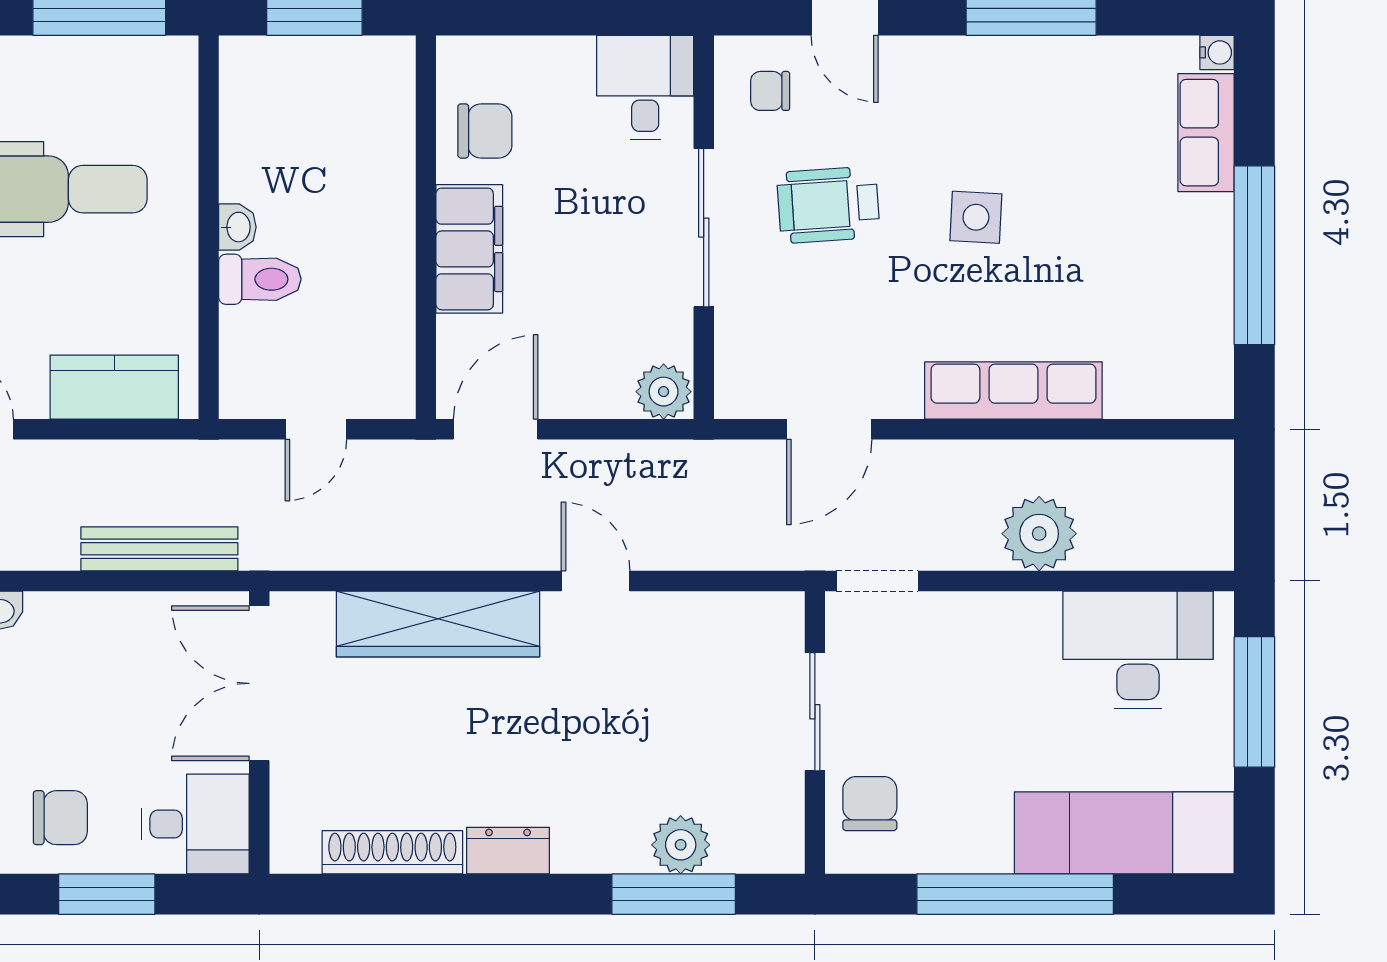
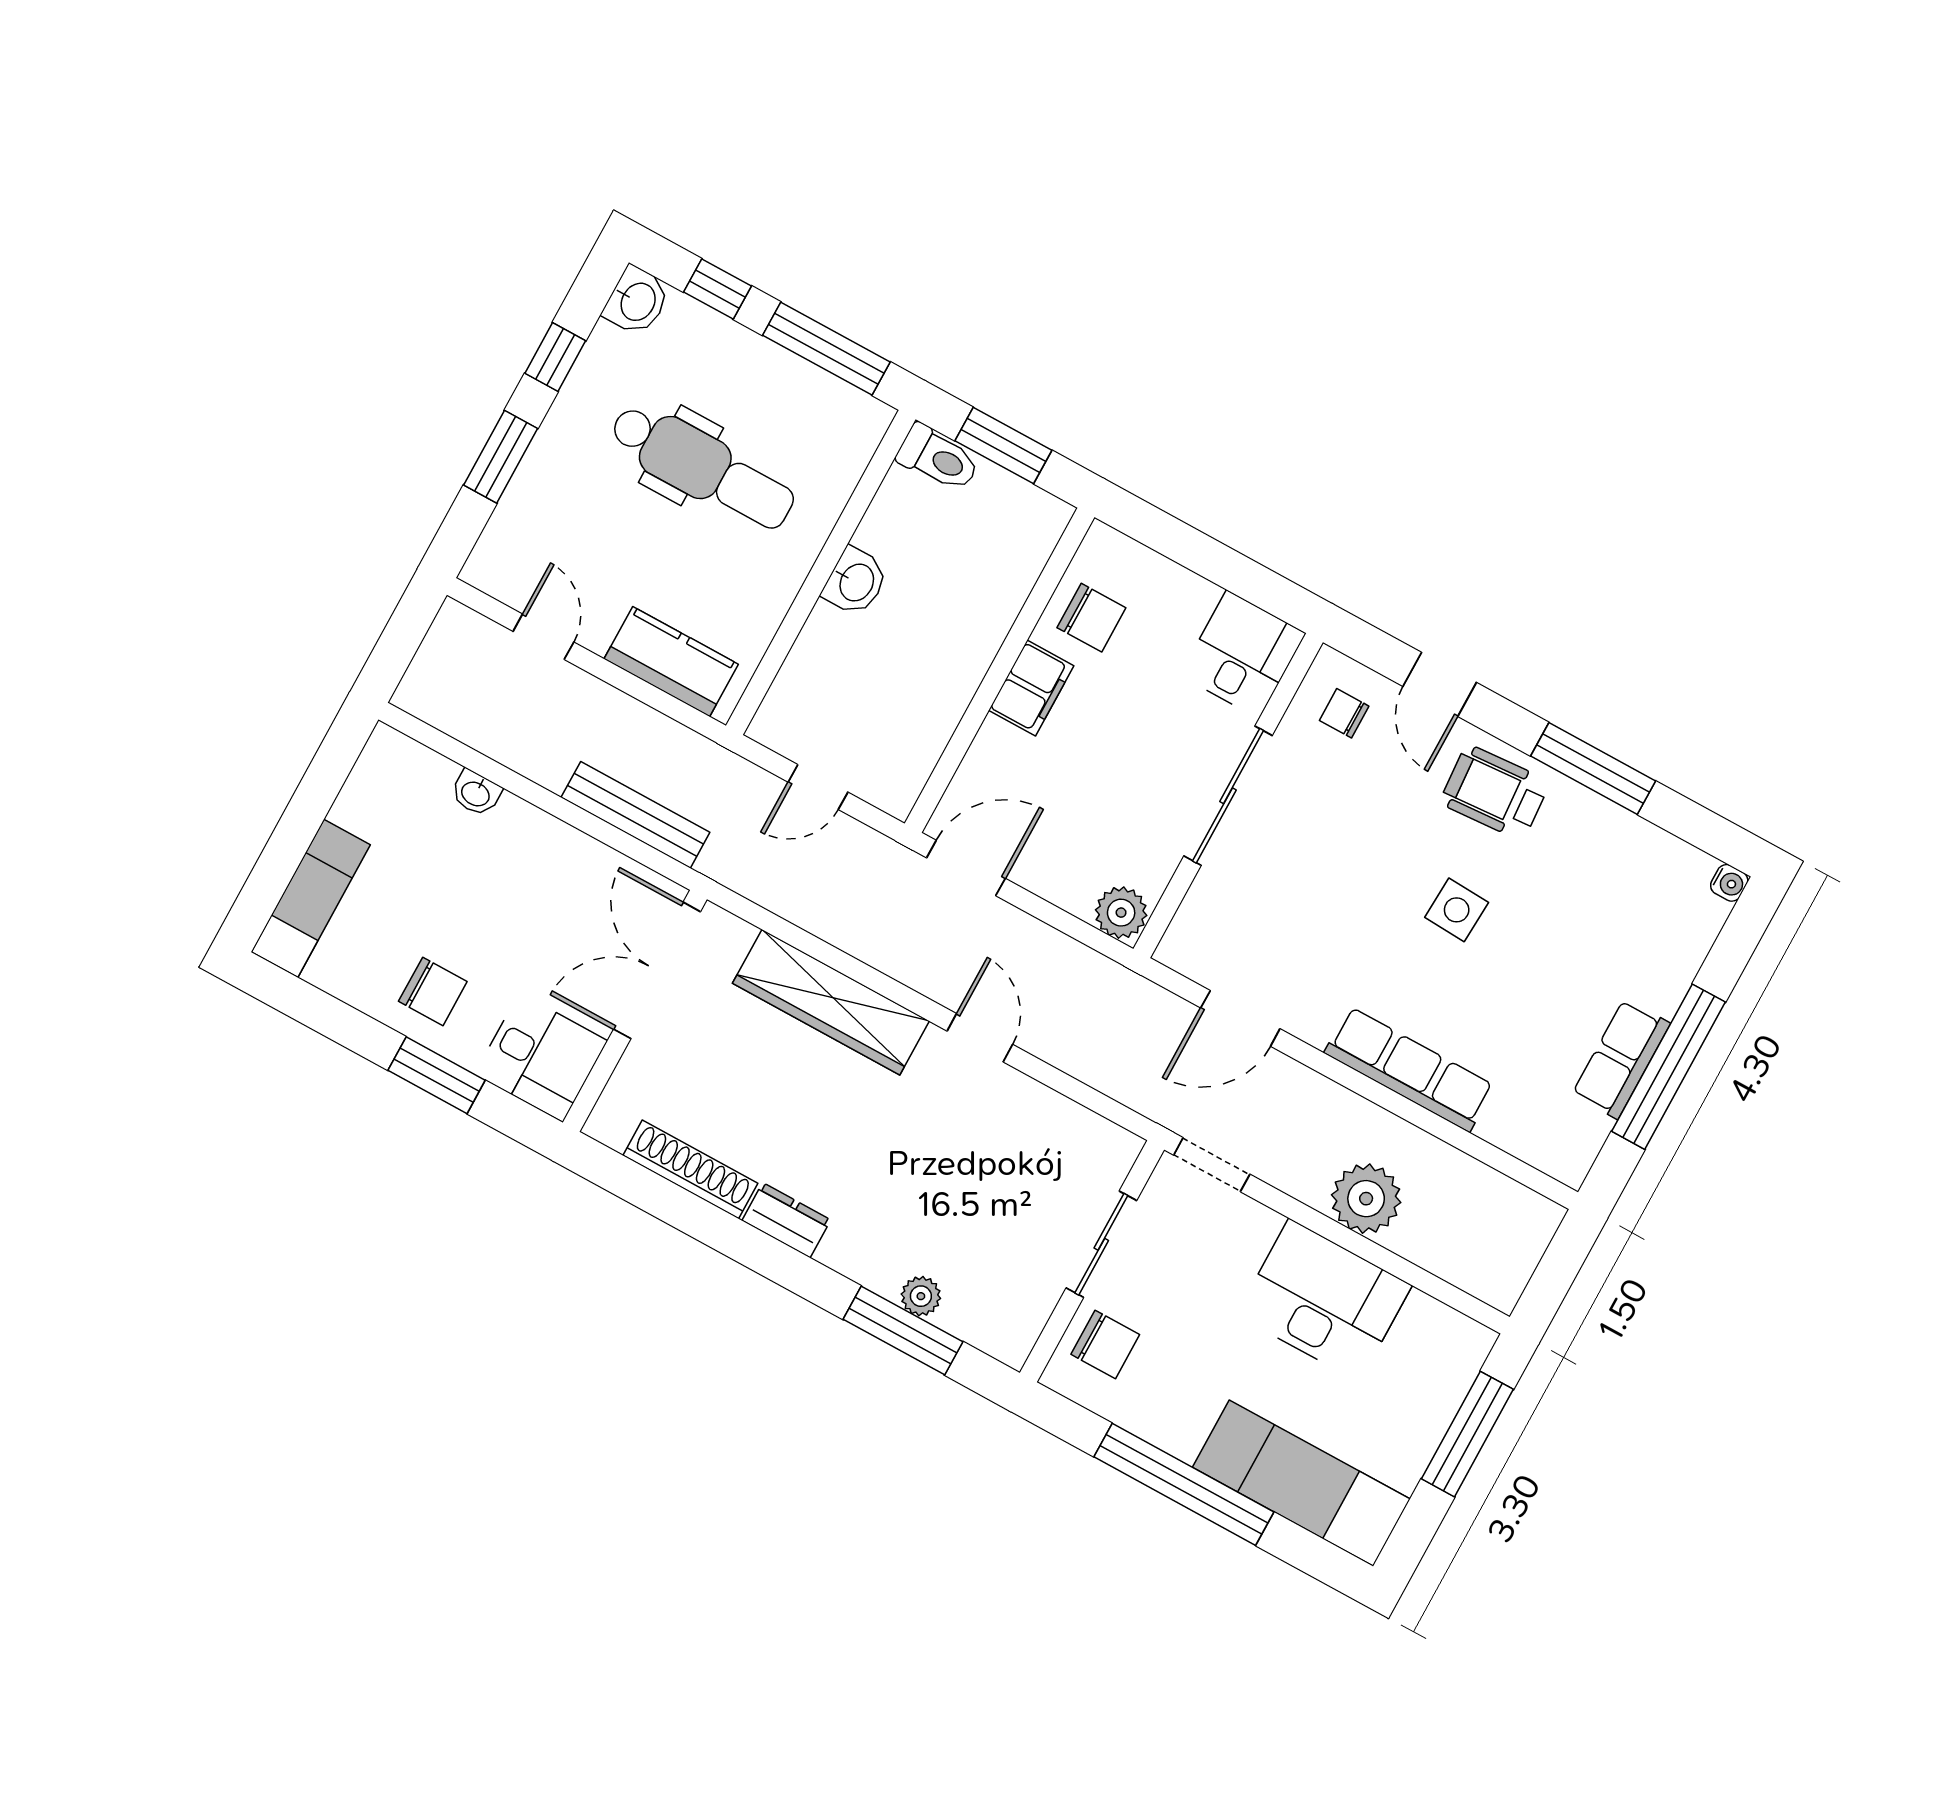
row of seats: (1206, 133) -> (1621, 1059), moved
wheelchair: (828, 205) -> (1495, 792), moved
washbasin: (237, 227) -> (855, 582), width x1.38, depth x1.45
filing cabinet: (469, 249) -> (1031, 688), width x0.67, depth x0.86
toilet: (260, 279) -> (938, 458), moved
desk: (1138, 650) -> (1324, 1300), moved
chair: (870, 804) -> (1105, 1344), turned 90
plant: (681, 845) -> (921, 1296), width x0.73, depth x0.73

